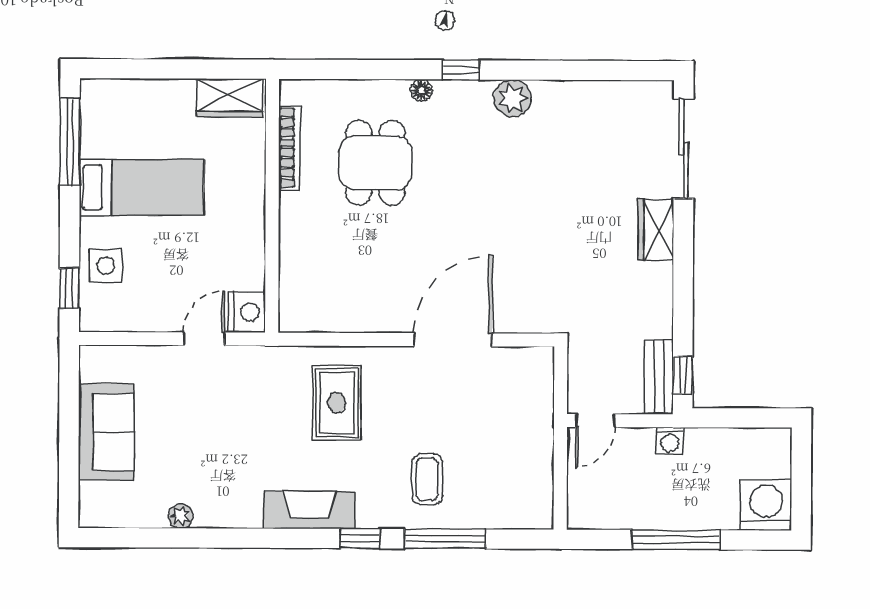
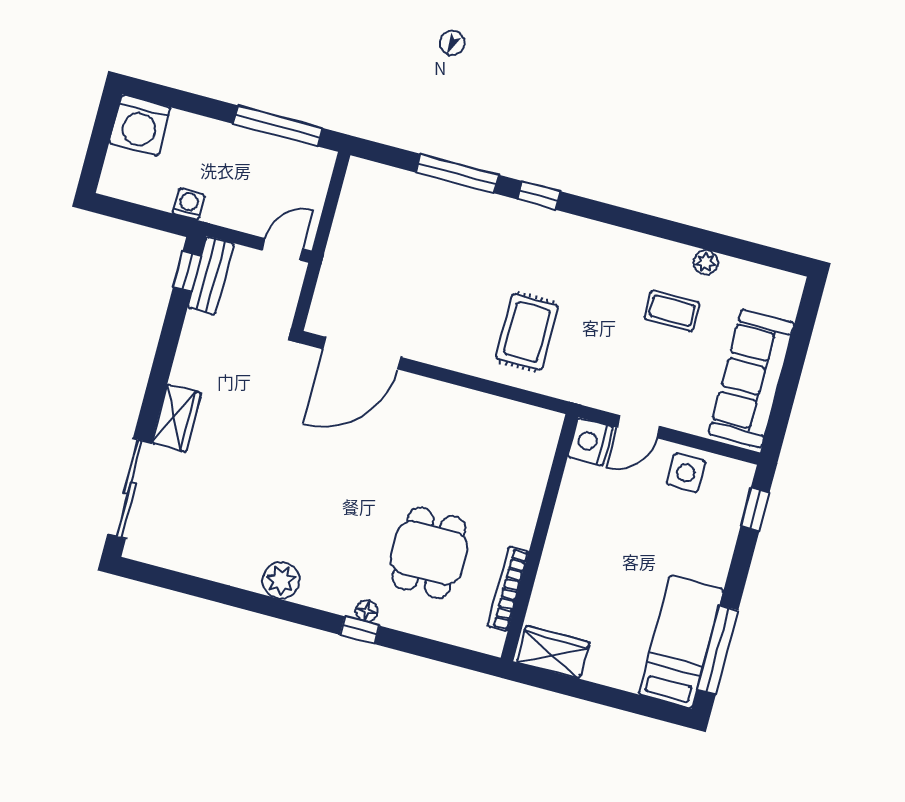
window: (461, 70) -> (360, 630), moved
bed: (142, 188) -> (681, 642), moved, turned 90
side table: (106, 265) -> (686, 473), moved
door: (453, 340) -> (362, 353), moved
sofa: (106, 432) -> (751, 379), width x1.36
washing machine: (670, 441) -> (189, 204), moved
coffee table: (427, 479) -> (672, 311), moved, turned 90
fireplace: (309, 510) -> (580, 236), removed
window: (676, 540) -> (278, 126), moved

